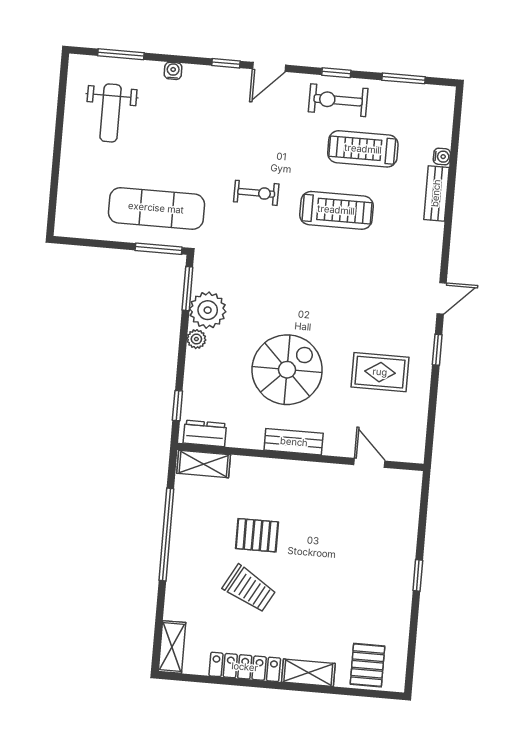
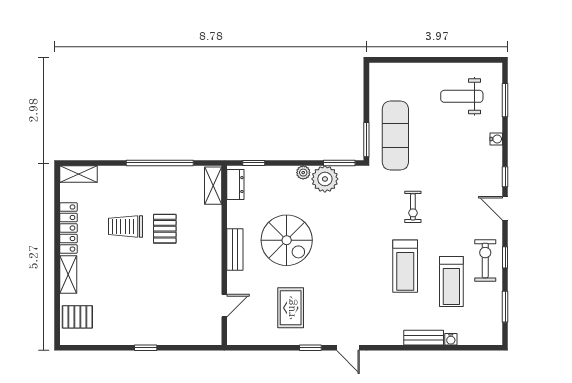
treadmill: (363, 149) -> (451, 281), turned 180
trolley: (249, 589) -> (125, 226), turned 61

